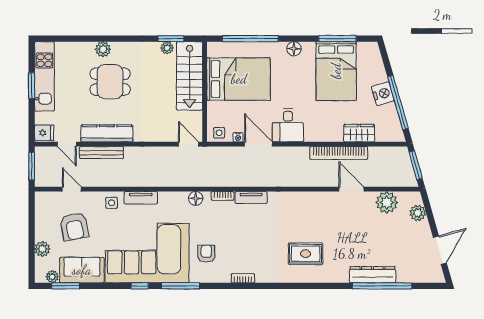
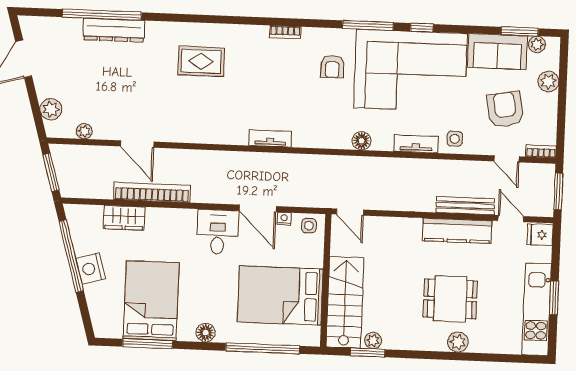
bookcase: (223, 196) -> (541, 151), moved
floor lamp: (196, 198) -> (362, 141), moved
plant: (387, 202) -> (84, 131), width x0.53, depth x0.53

